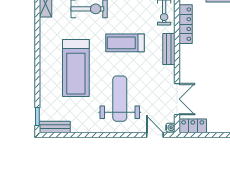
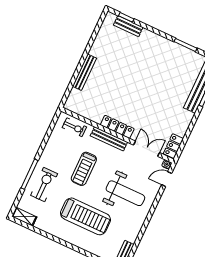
locker: (186, 24) -> (117, 127), moved
bench: (169, 49) -> (109, 139), width x1.36
weight bench: (120, 99) -> (125, 193), turned 180

